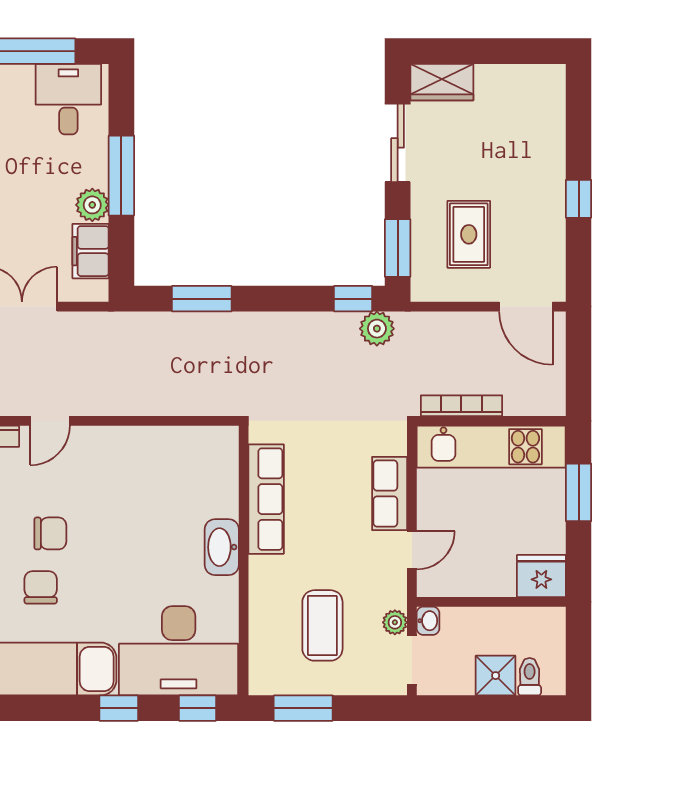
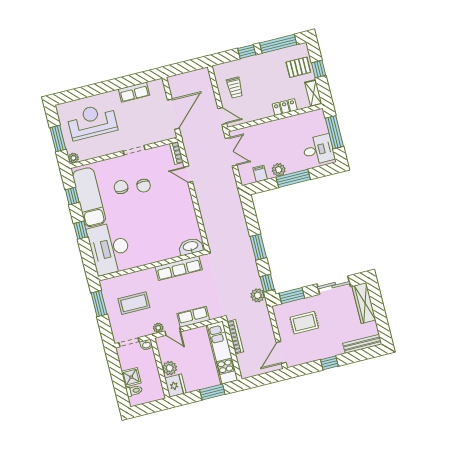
wardrobe: (442, 82) -> (364, 303), width x1.50
bench: (553, 110) -> (362, 344), added
filing cabinet: (91, 251) -> (260, 174), width x0.50
window: (202, 299) -> (258, 247), moved
washbasin: (222, 547) -> (191, 246), moved
plant: (497, 579) -> (170, 368), added
chair: (41, 587) -> (121, 187), turned -90
plant: (395, 622) -> (158, 328), moved
window: (198, 708) -> (72, 196), moved

